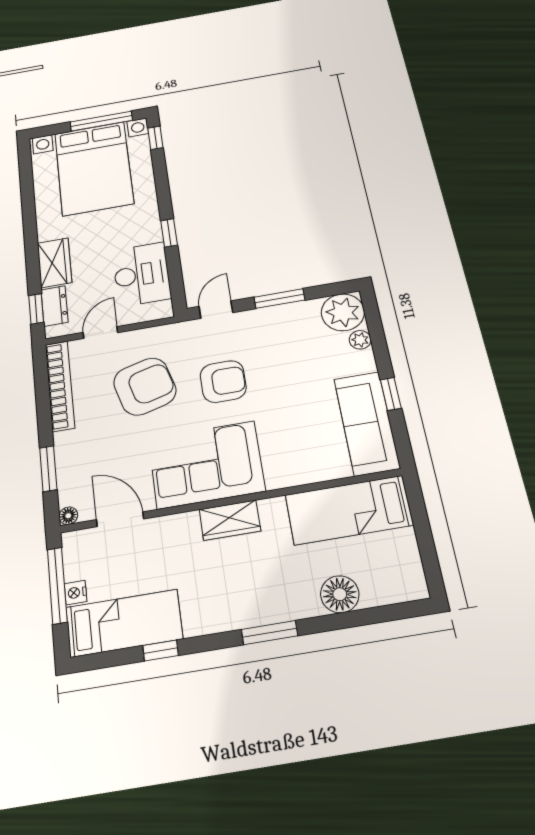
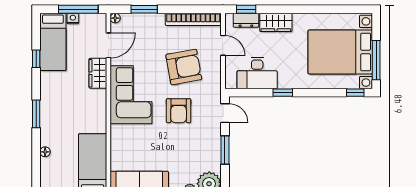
armchair: (145, 386) -> (184, 67), turned -85
wardrobe: (230, 520) -> (98, 73), moved
floor lamp: (340, 594) -> (45, 152), width x0.53, depth x0.53

